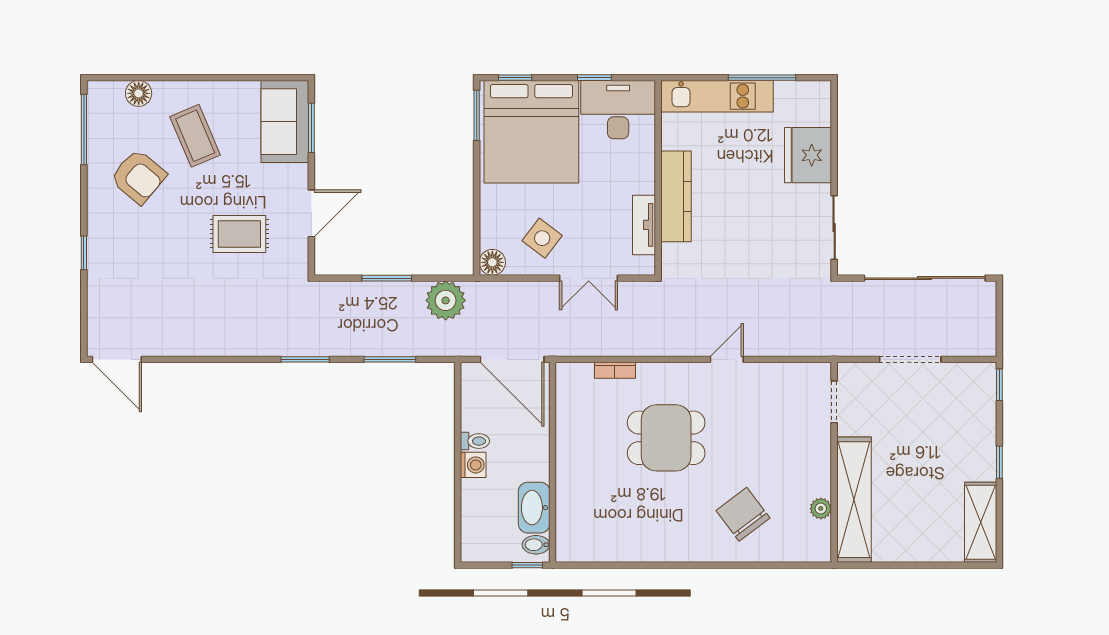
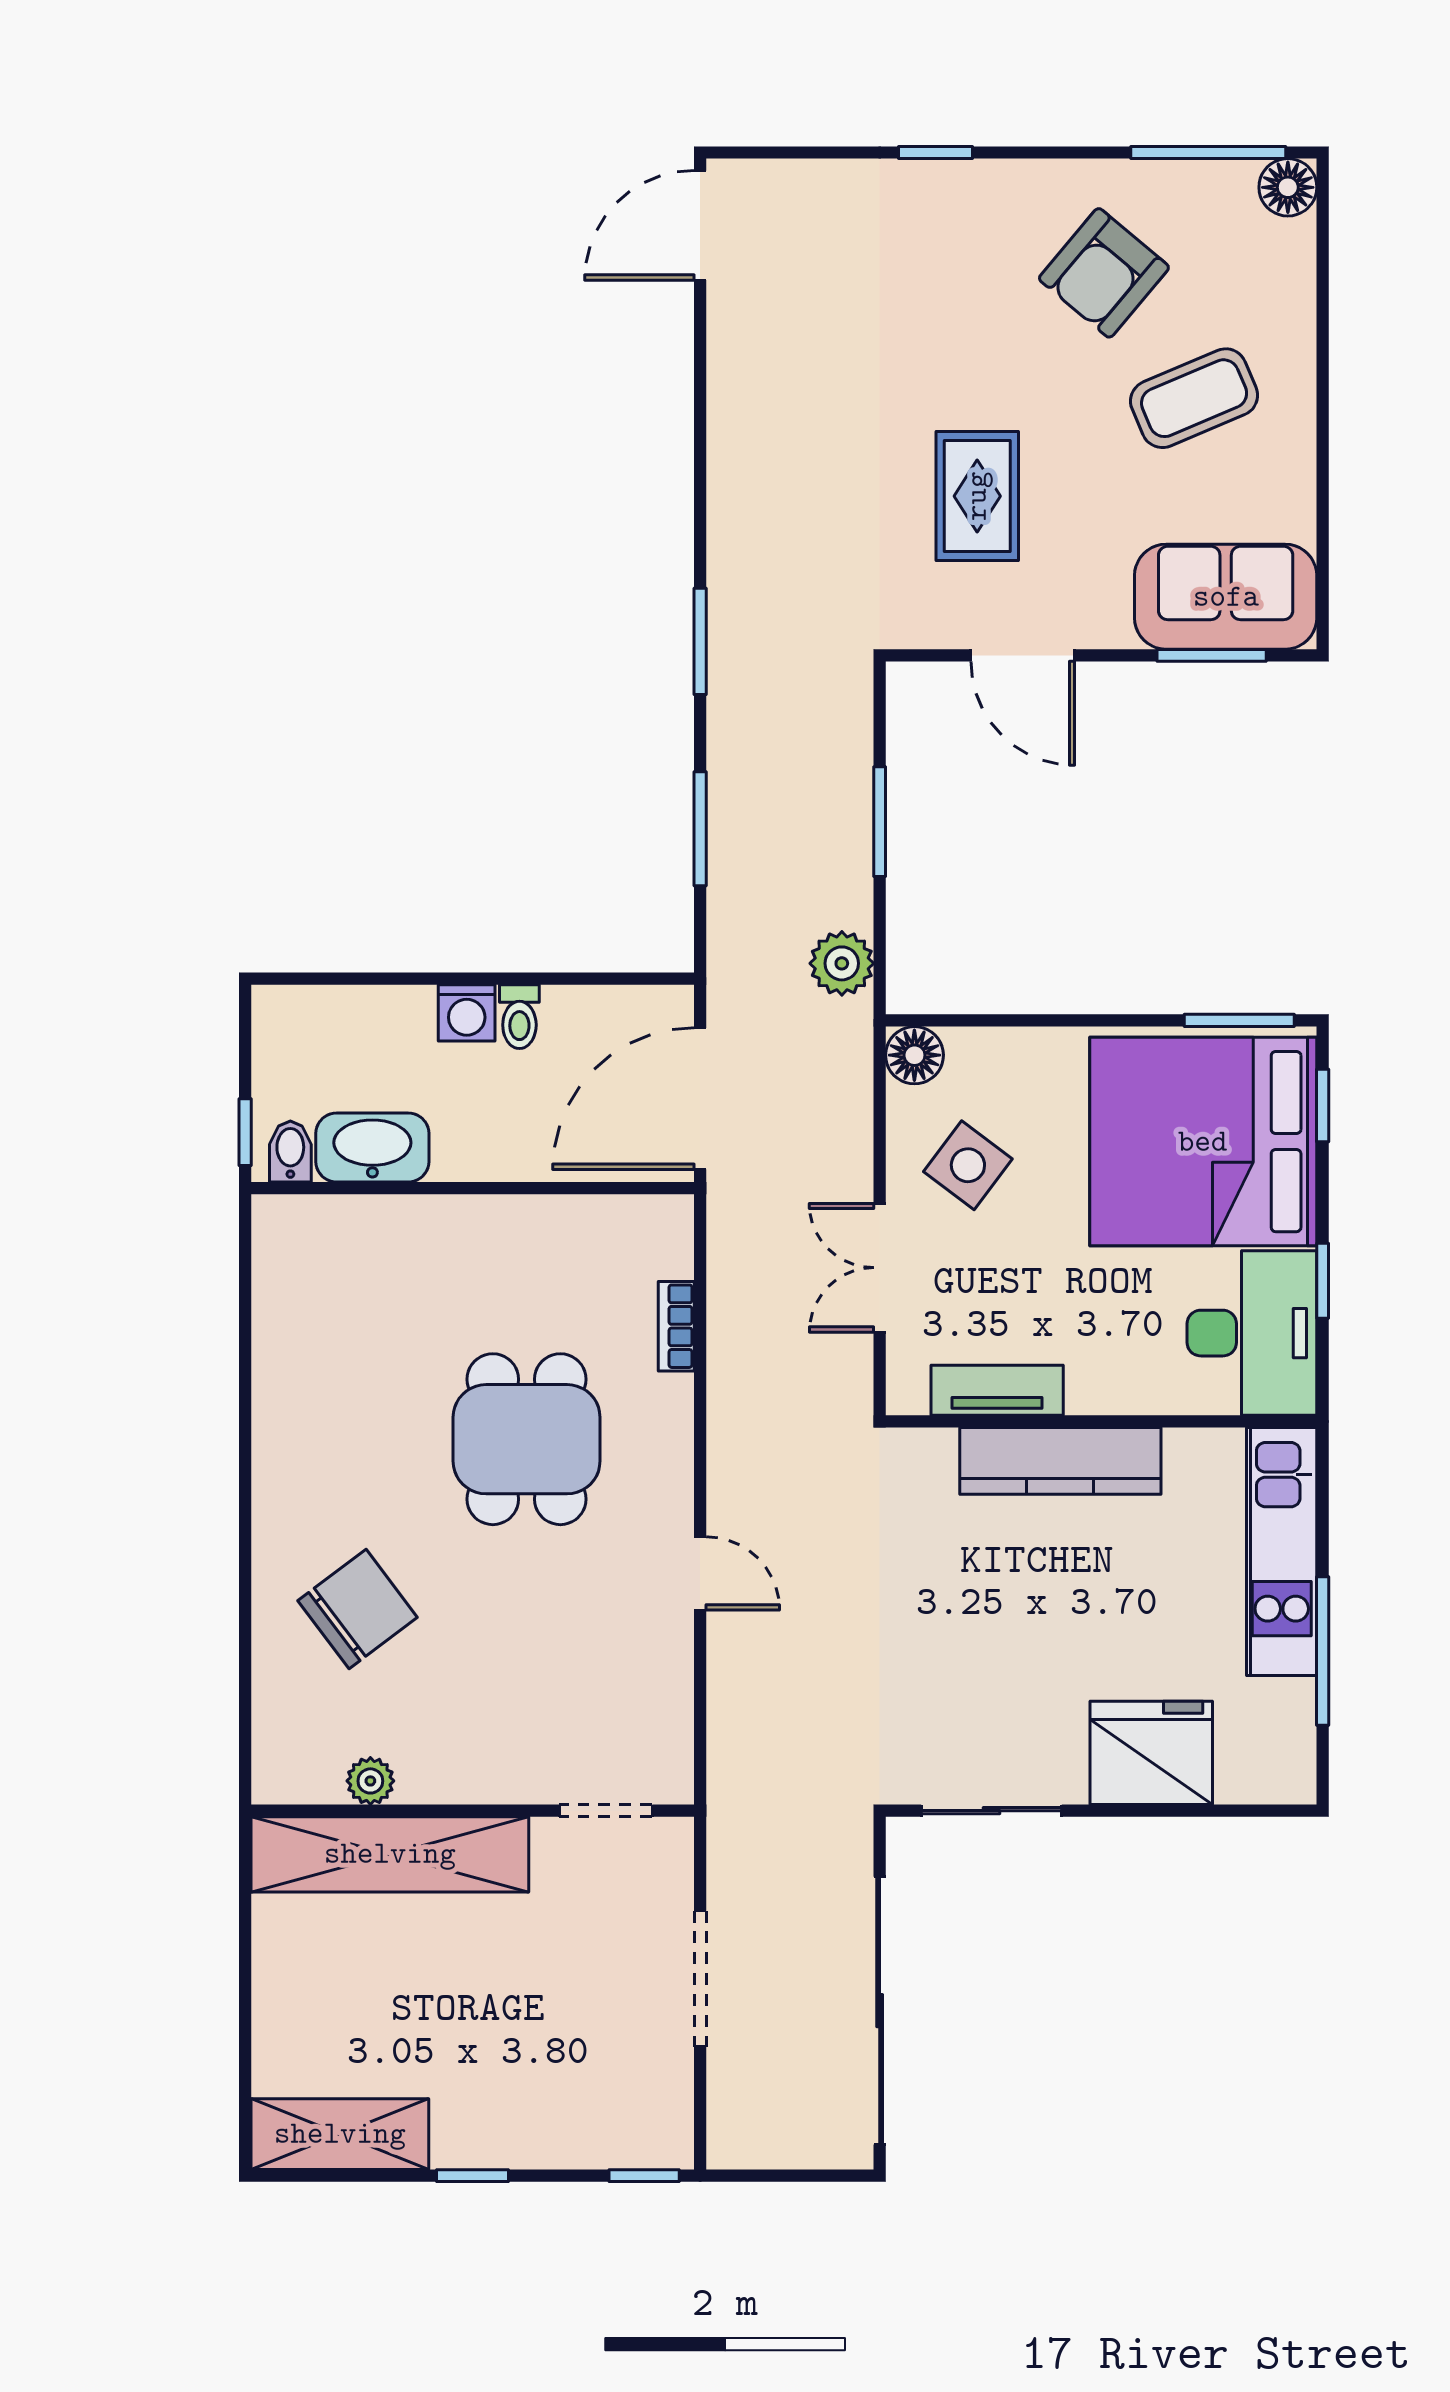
floor lamp: (139, 93) -> (1288, 187), moved
plant: (446, 300) -> (842, 963), width x0.73, depth x0.73

